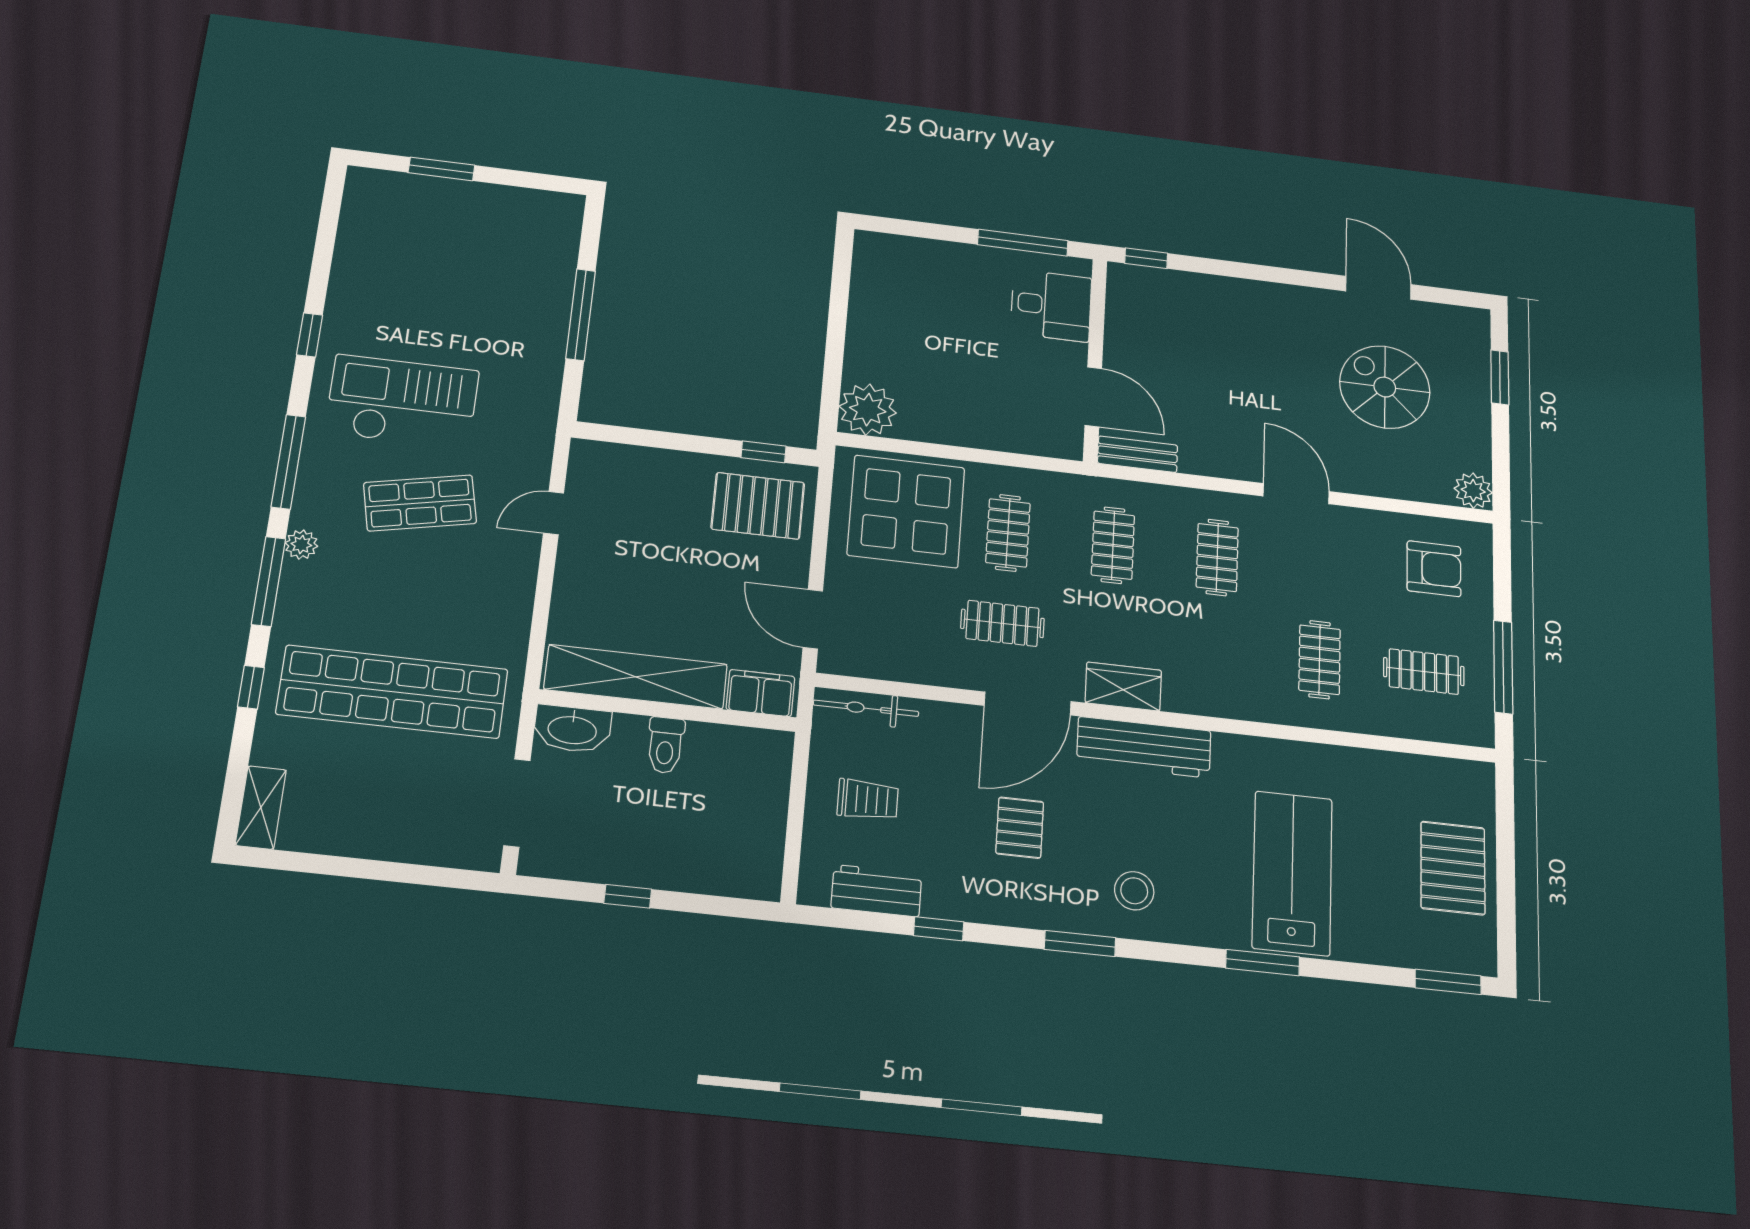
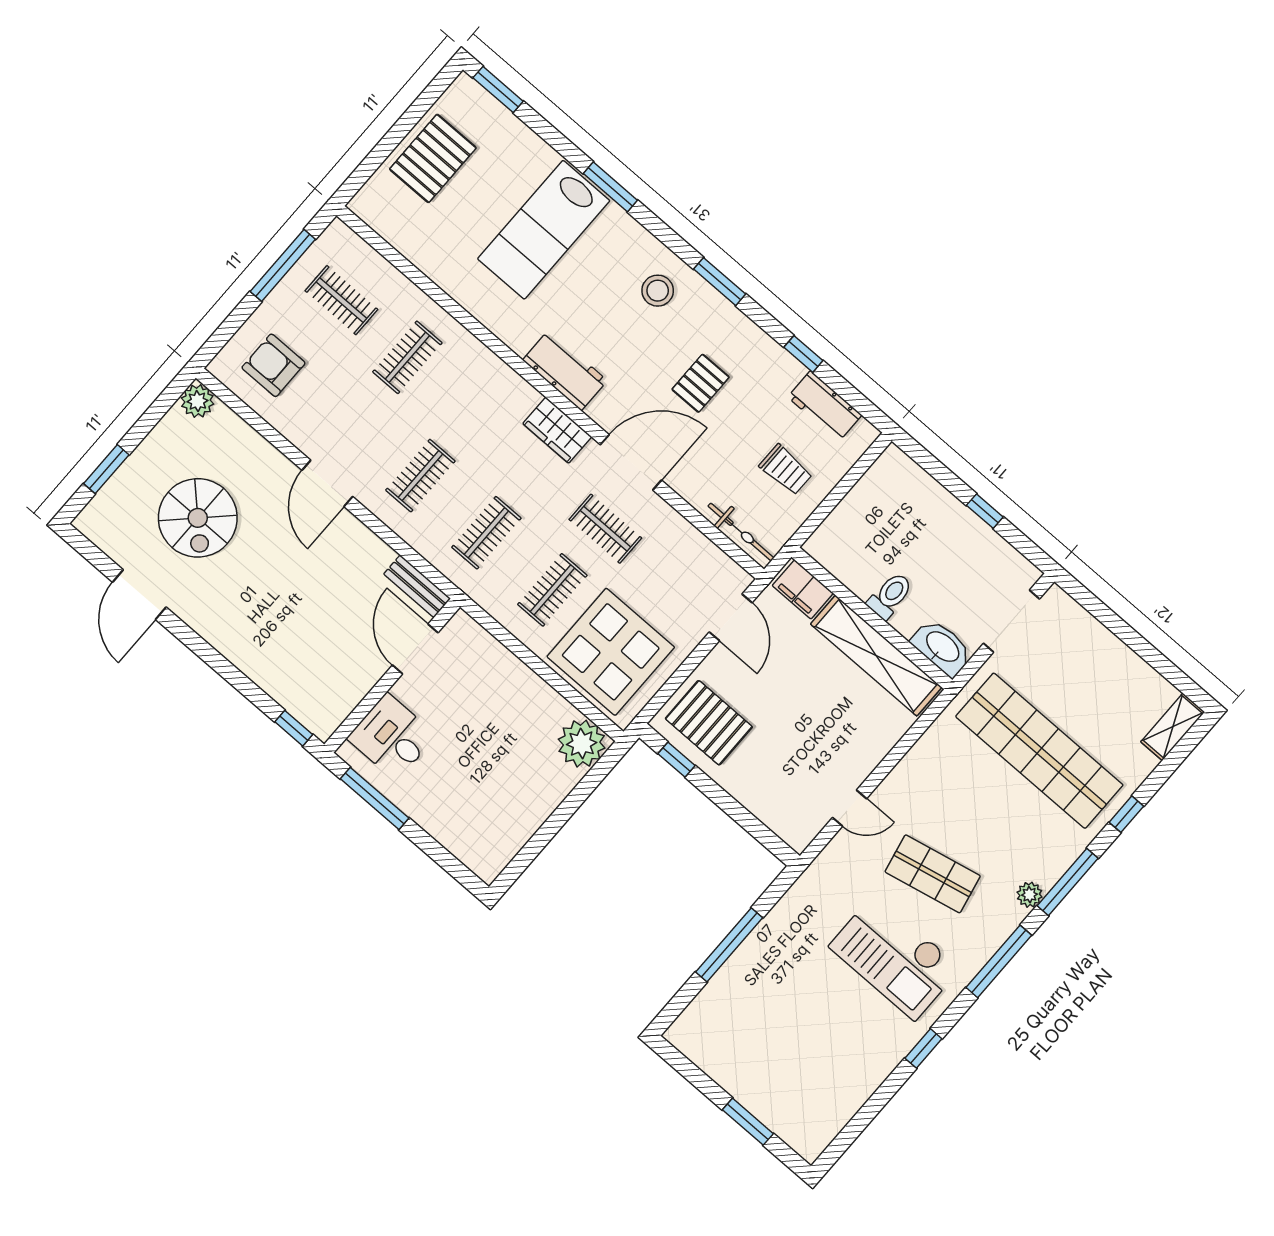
workbench: (1144, 747) -> (565, 370), width x0.73
trolley: (868, 800) -> (786, 470), turned 180

